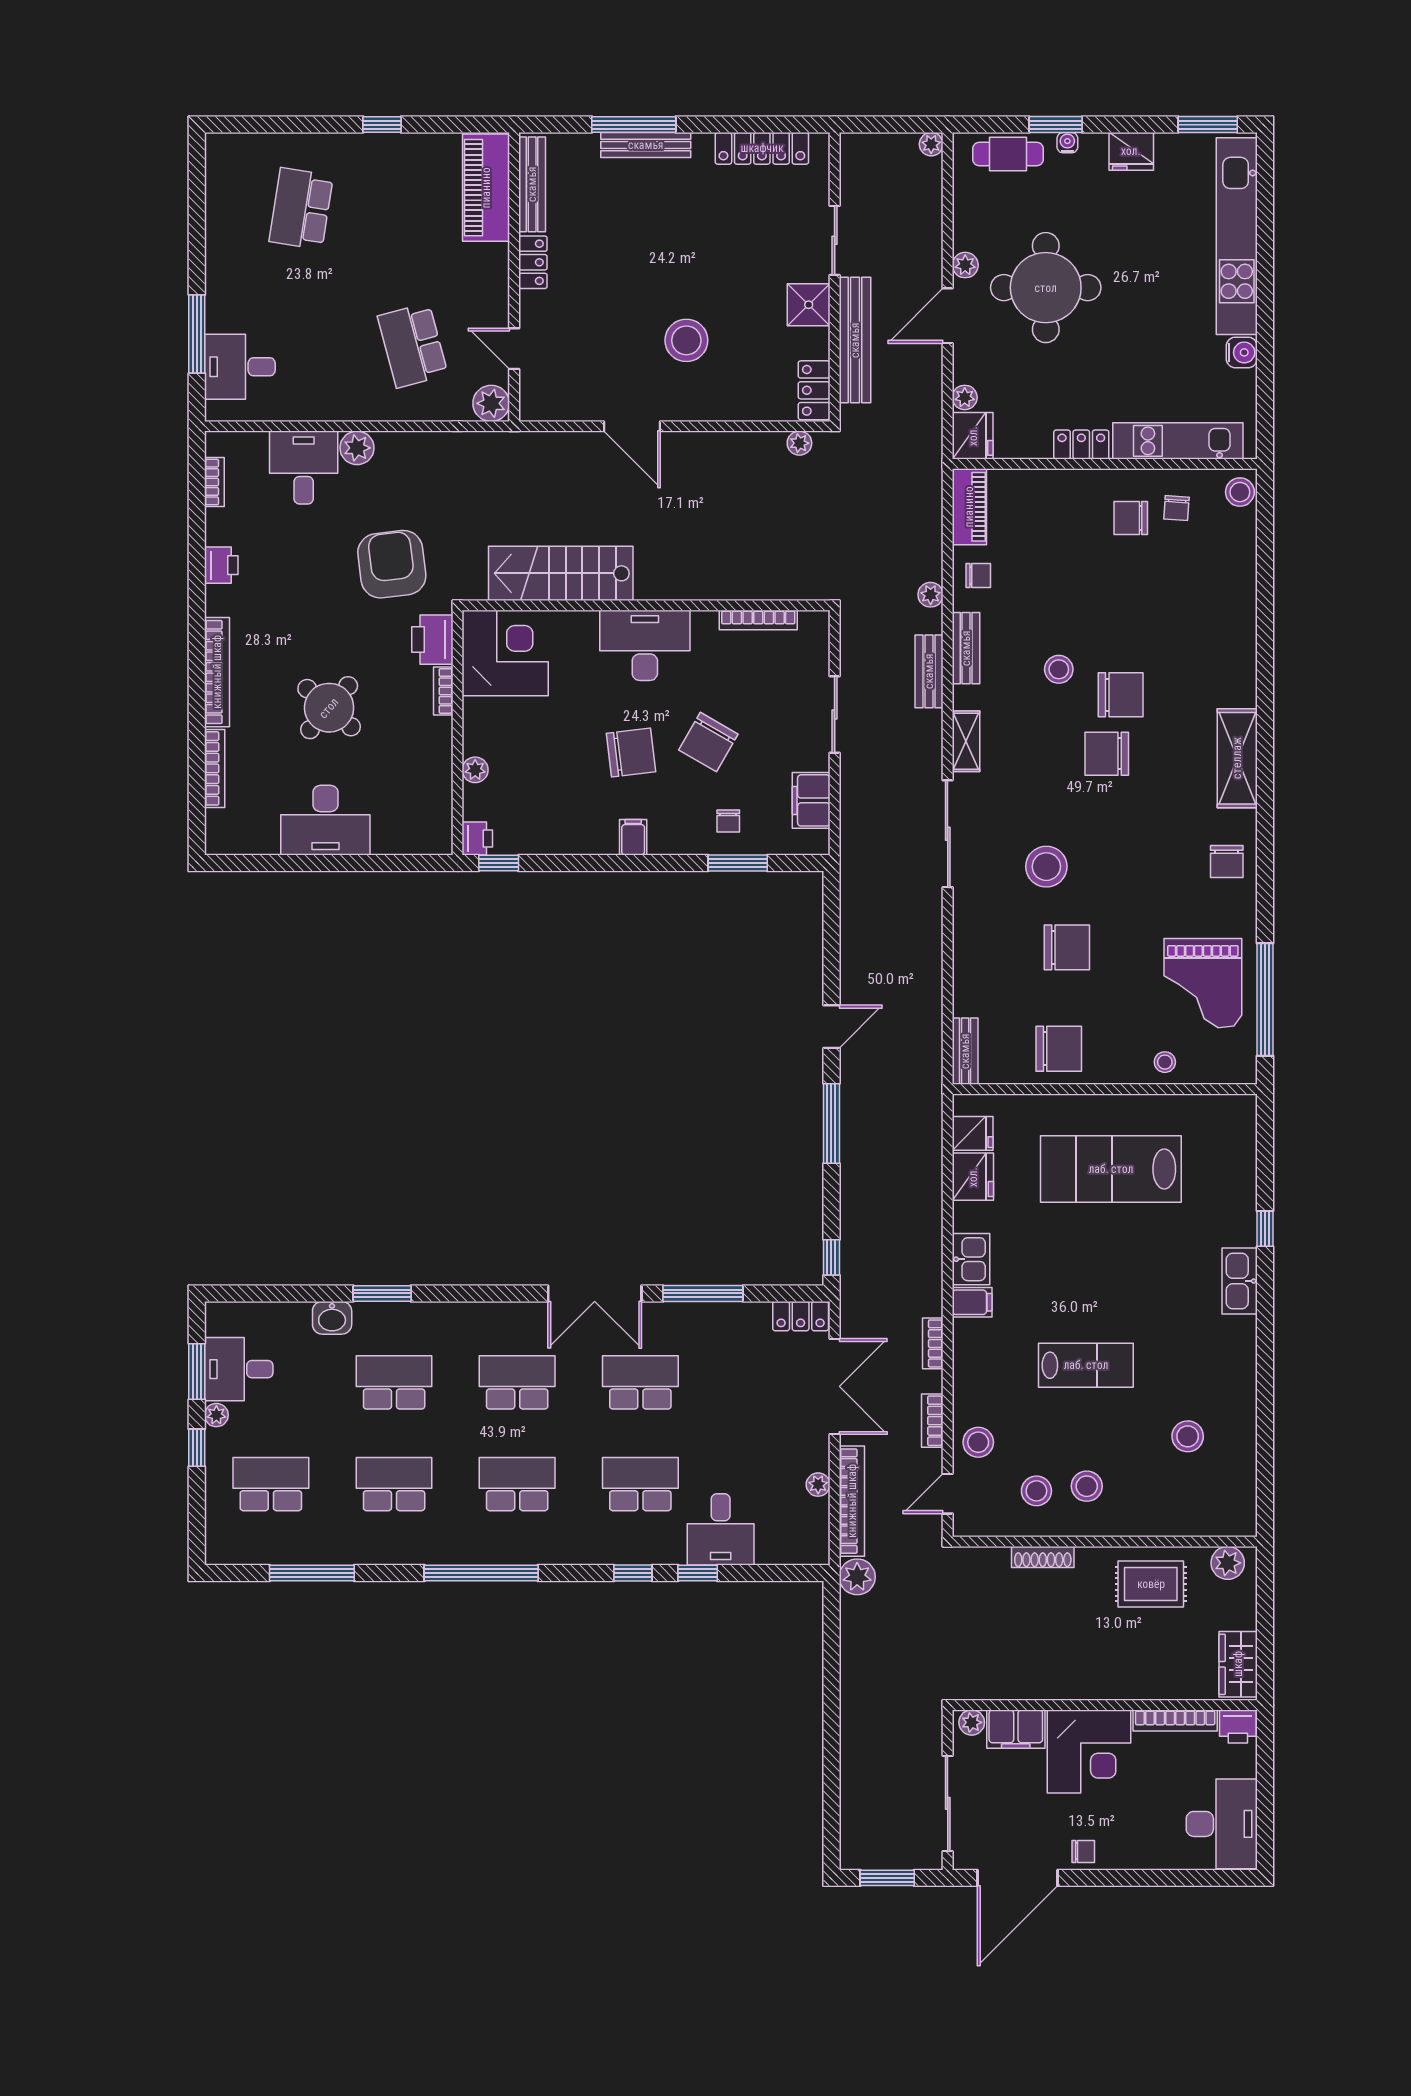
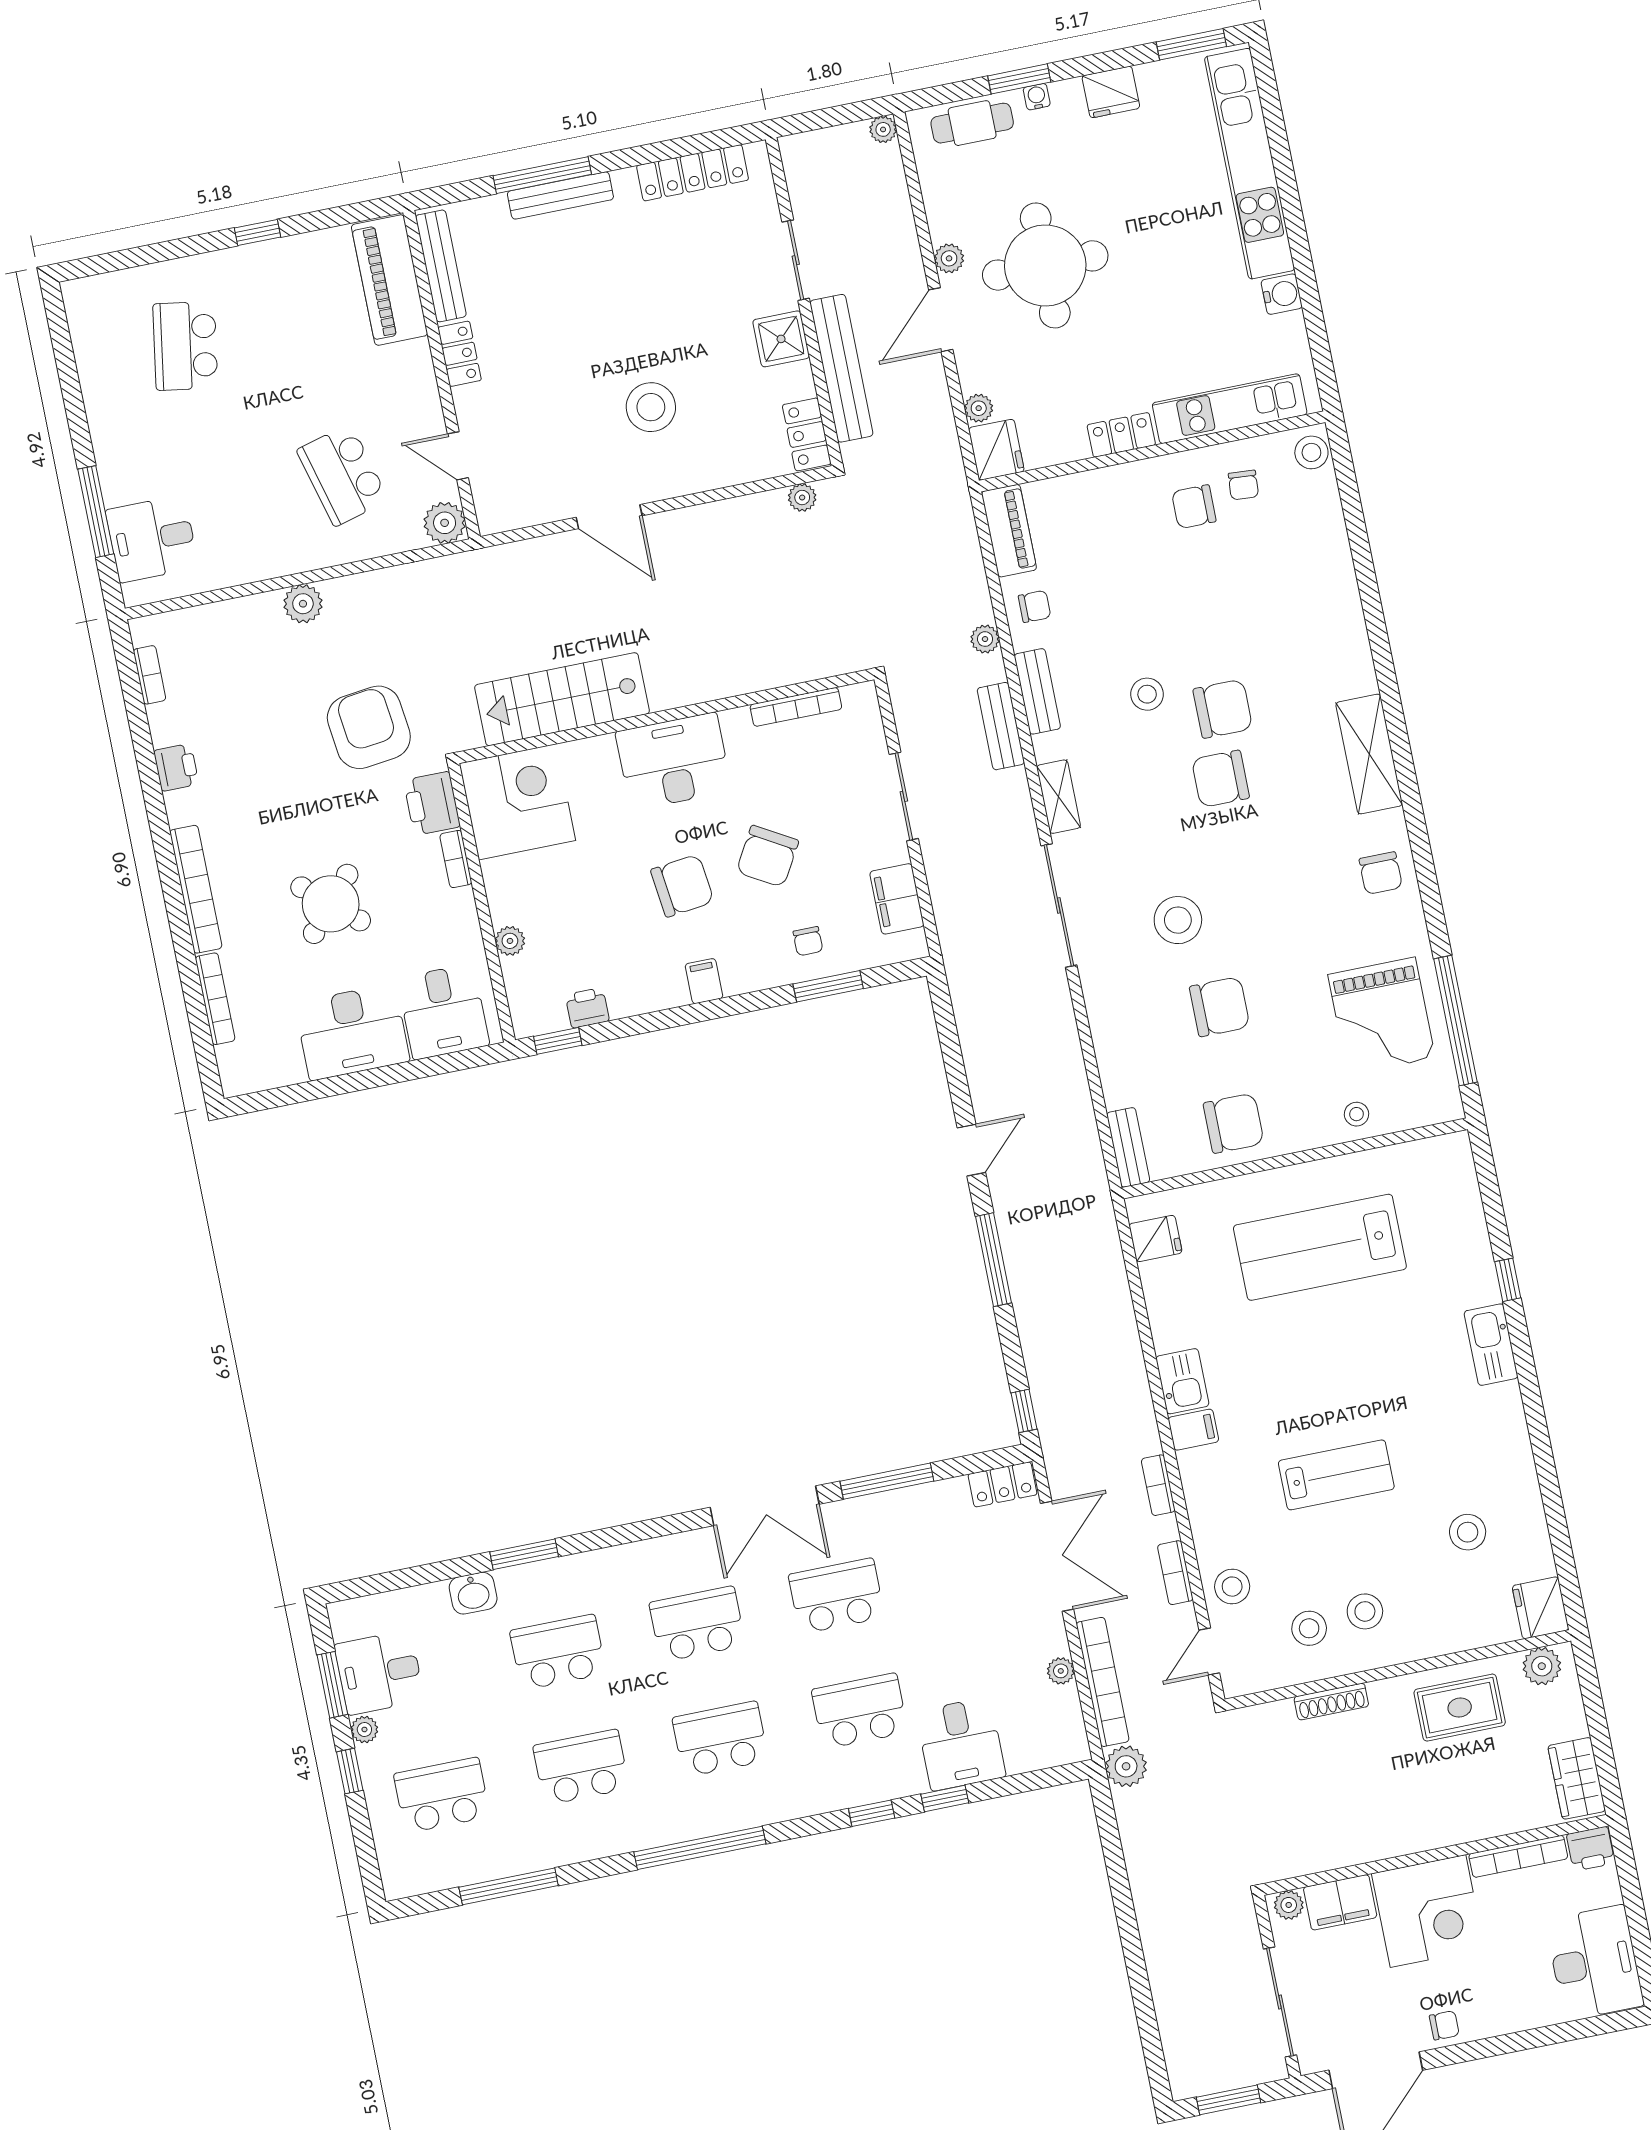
desk: (304, 468) -> (443, 1012), moved, turned 180
printer: (477, 838) -> (587, 1008), moved, turned -90
fridge: (973, 1177) -> (1541, 1608), moved, turned 180

